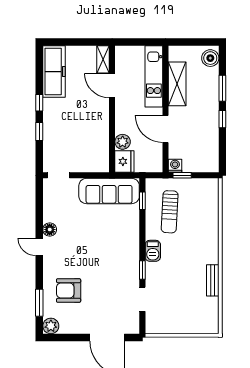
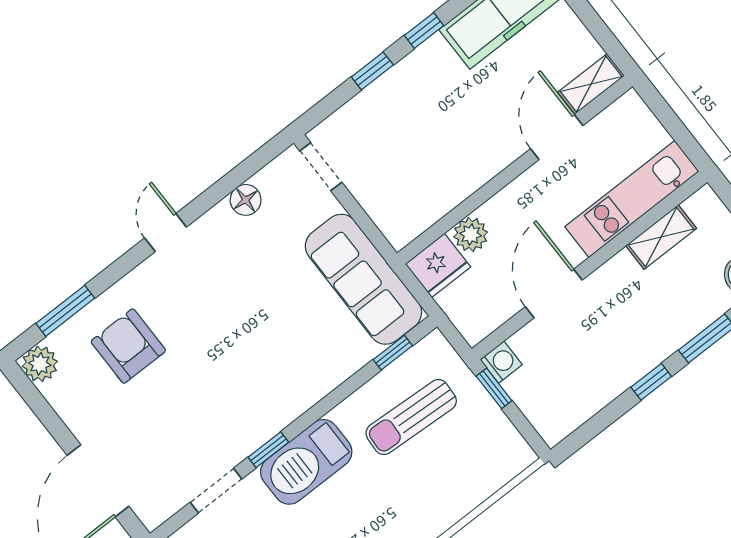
shelving: (177, 84) -> (661, 237), width x0.67, depth x0.75
floor lamp: (50, 230) -> (246, 200), moved
barbecue: (153, 251) -> (306, 462), width x1.88, depth x1.53

